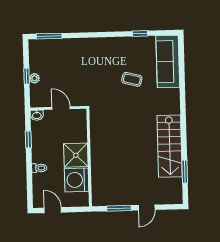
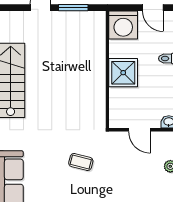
coffee table: (132, 79) -> (81, 162), moved
washing machine: (77, 180) -> (123, 25), moved, turned 90

